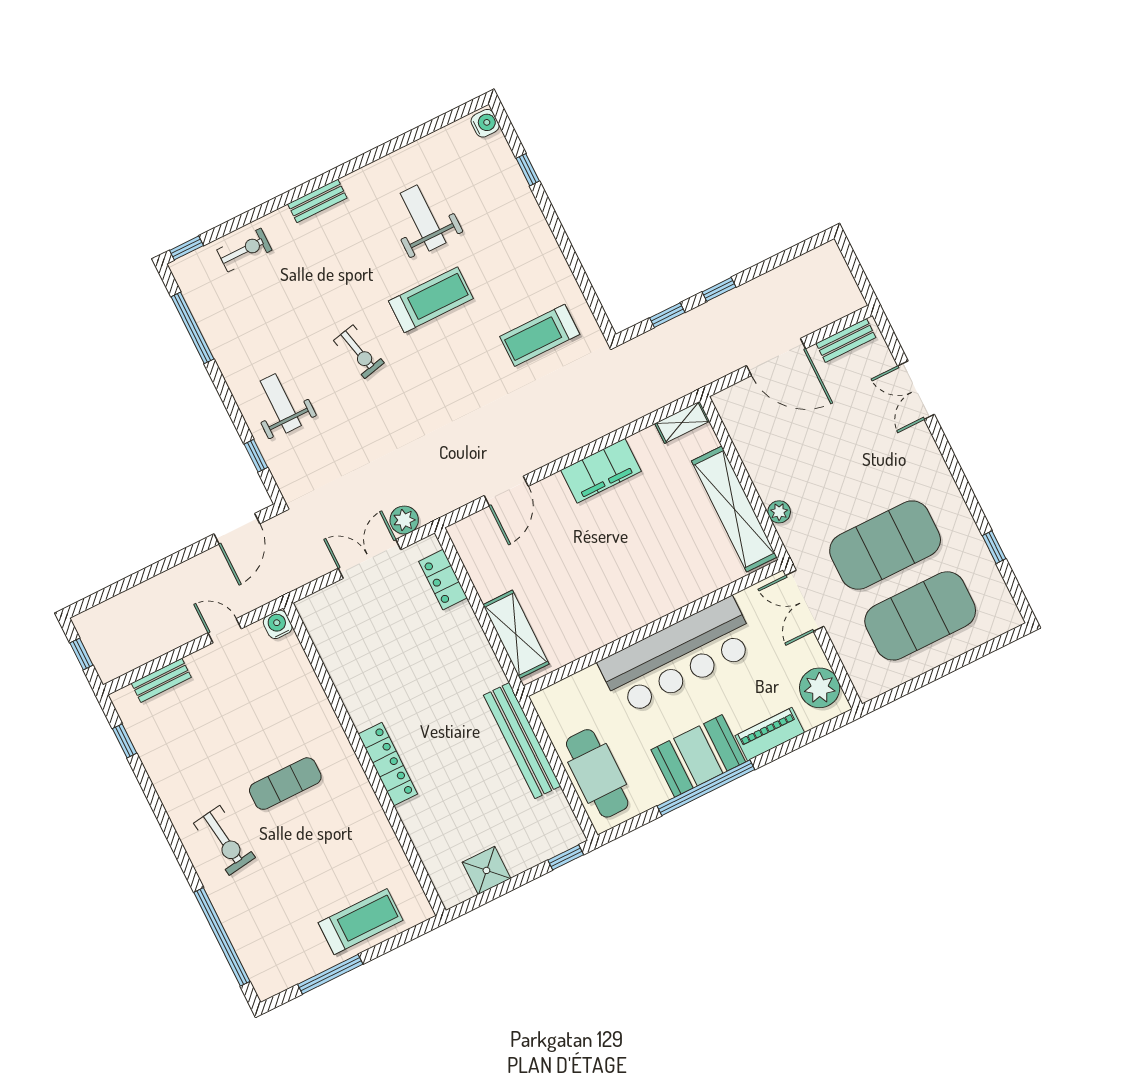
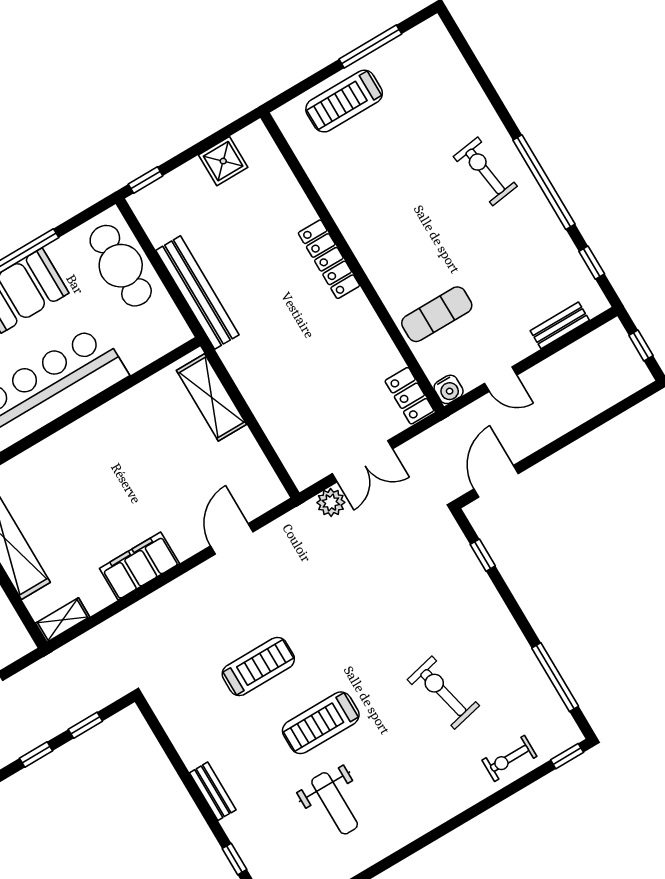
bench: (317, 201) -> (213, 791), moved, turned 90
treadmill: (540, 335) -> (258, 667), moved
exercise bike: (359, 352) -> (443, 693), moved, width x1.38, depth x1.39
weight bench: (281, 403) -> (462, 609), removed
locker: (443, 580) -> (409, 396), moved, turned 180
exercise mat: (285, 784) -> (437, 314), moved
window: (222, 937) -> (544, 182), moved

